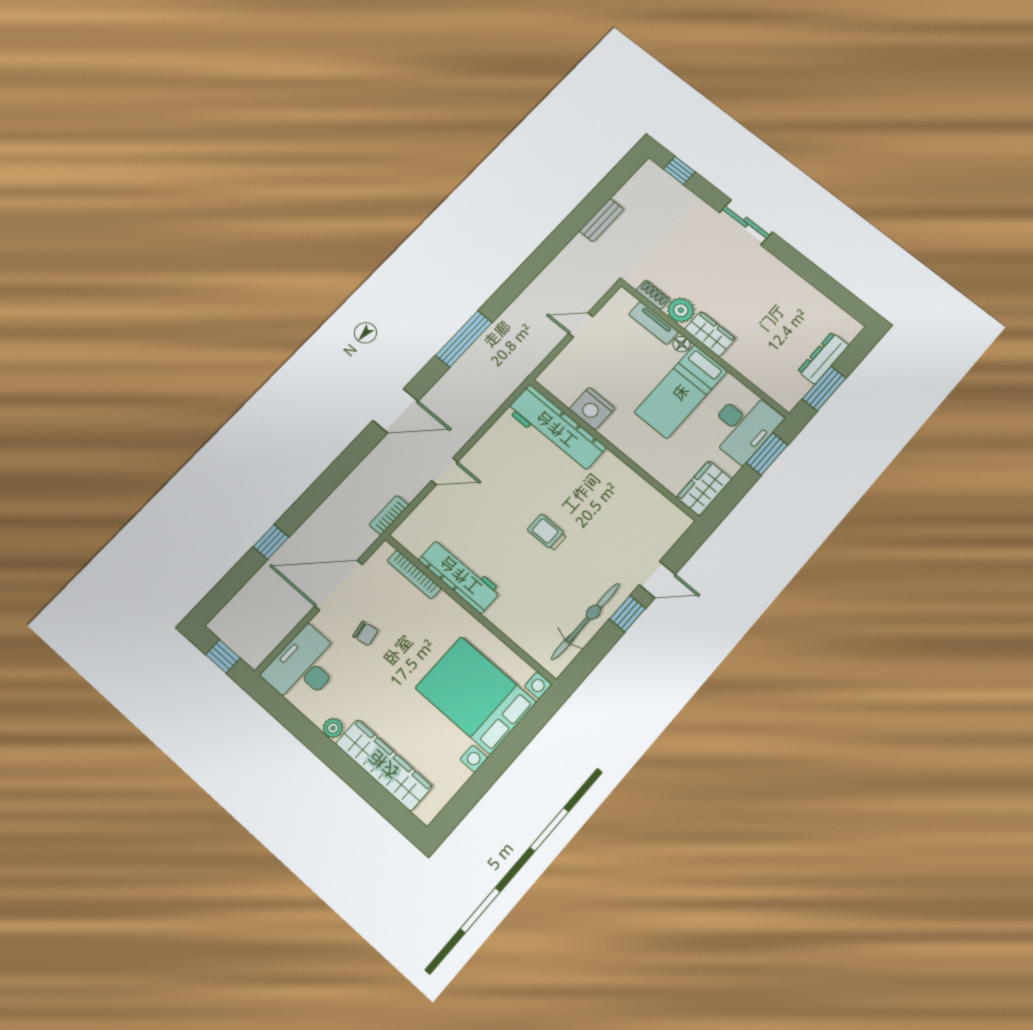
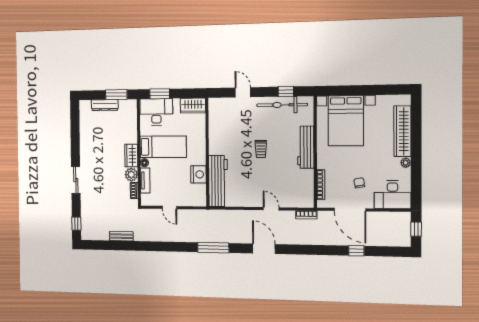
workbench: (460, 575) -> (306, 147), moved
window: (627, 614) -> (286, 92), moved

